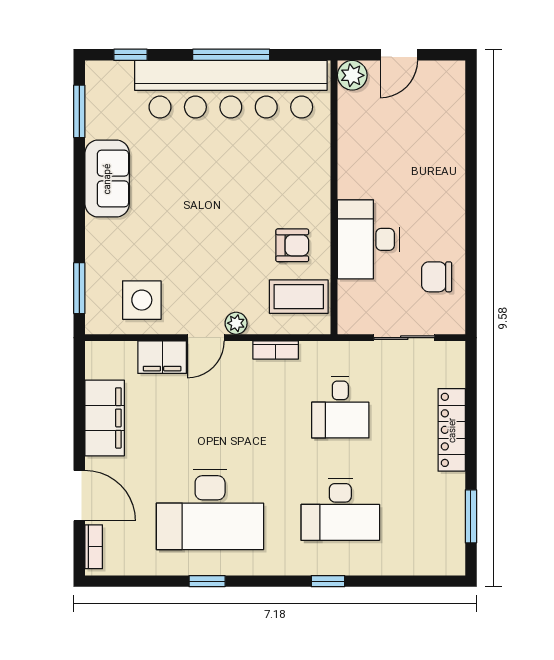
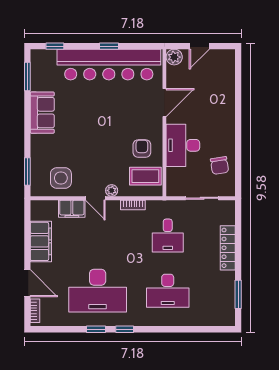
window: (231, 55) -> (109, 46), width x0.46
door: (334, 160) -> (164, 103), added
armchair: (292, 245) -> (142, 149), turned -90
chair: (437, 277) -> (220, 165), turned -99
door: (206, 338) -> (95, 198), hinge flipped
window: (328, 581) -> (125, 329), moved

